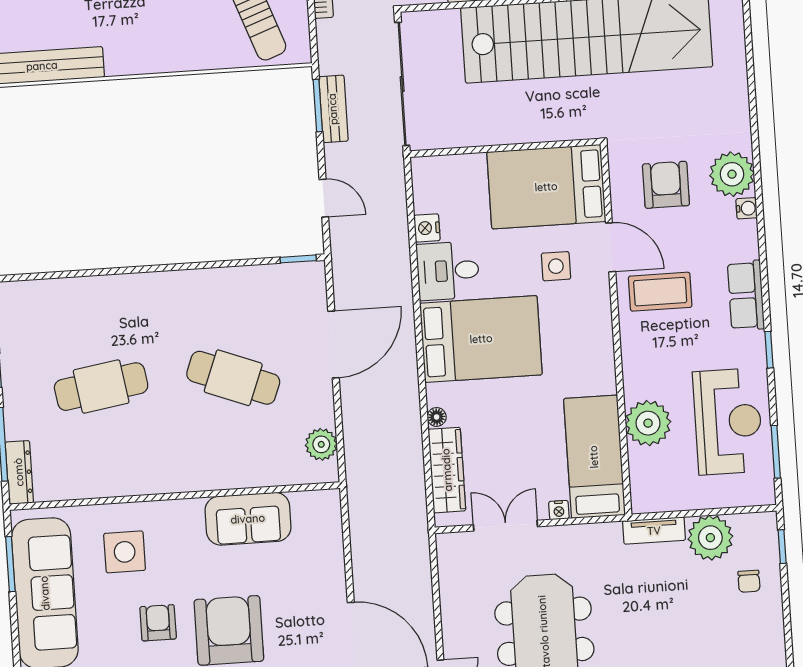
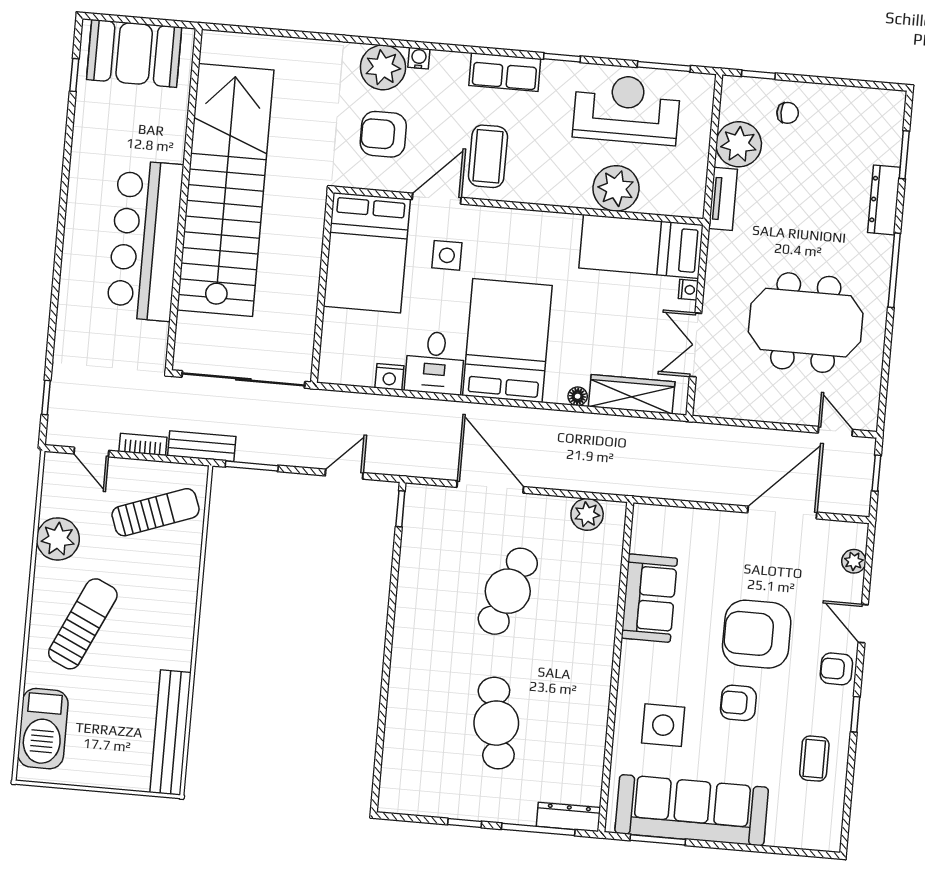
bench: (333, 109) -> (202, 446), moved

